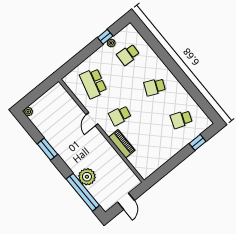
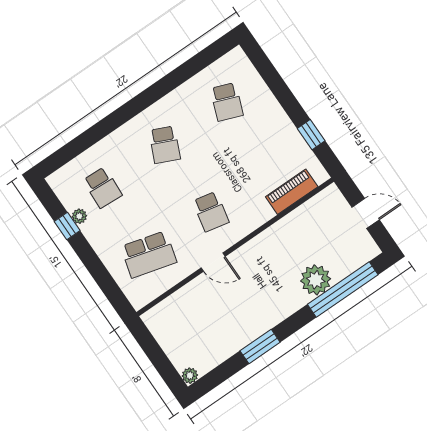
window: (198, 142) -> (311, 135), moved
piano: (122, 144) -> (292, 192), moved

